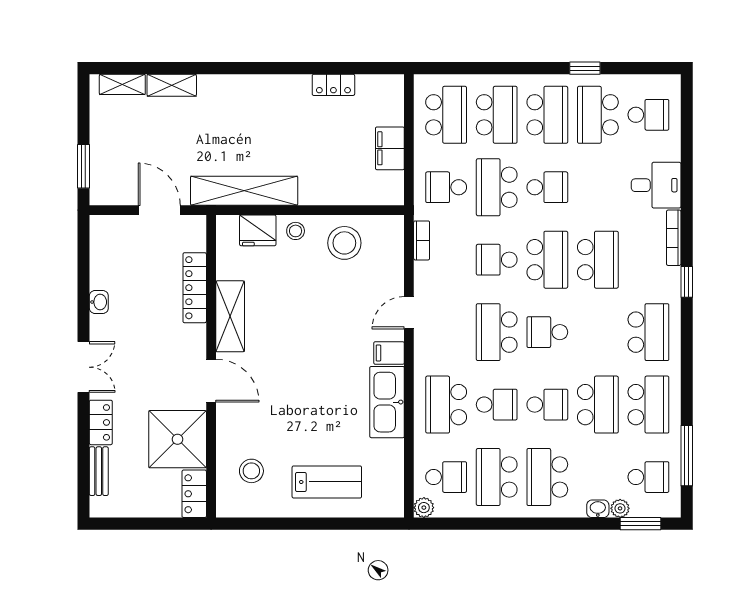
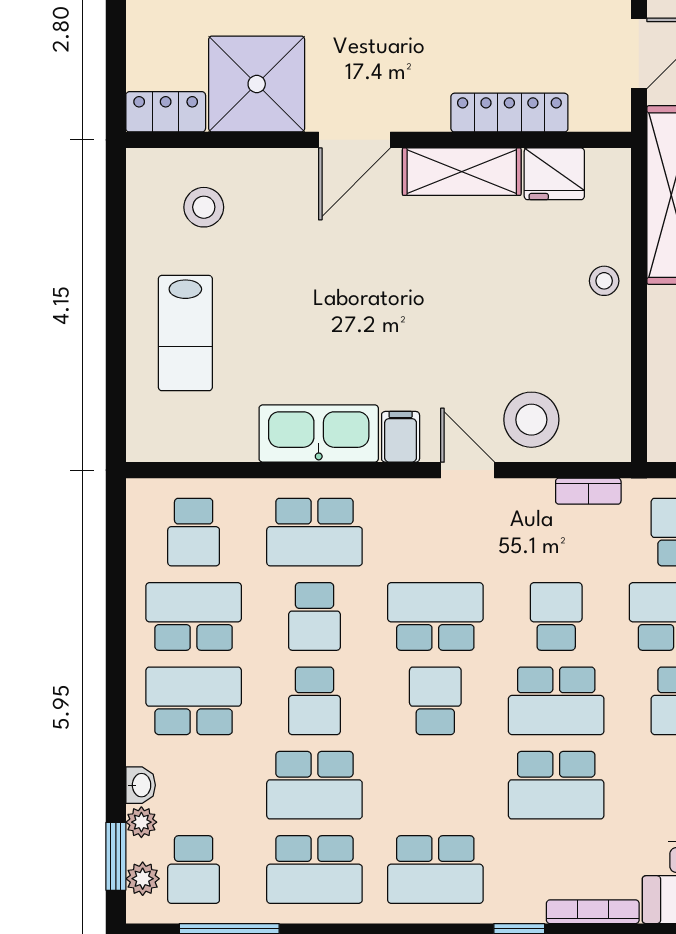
fridge: (258, 230) -> (554, 174), moved, turned -90
stool: (344, 243) -> (531, 420), moved
school desk: (446, 405) -> (314, 532), turned 180
plant: (424, 508) -> (143, 879), moved

